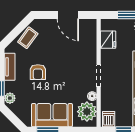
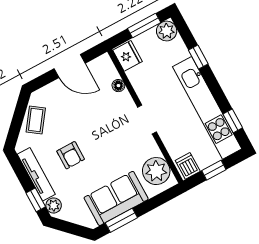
fridge: (108, 40) -> (127, 56), moved
tv unit: (10, 67) -> (36, 174), width x1.41
floor lamp: (92, 96) -> (118, 86), moved

